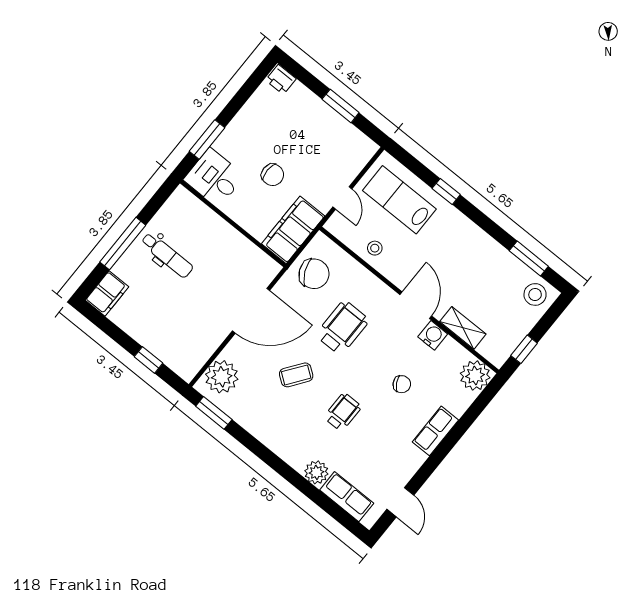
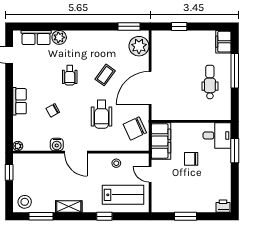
dental chair: (167, 255) -> (210, 82), turned 90
shelving: (463, 328) -> (69, 206), moved
plant: (475, 376) -> (18, 146), width x0.53, depth x0.53

